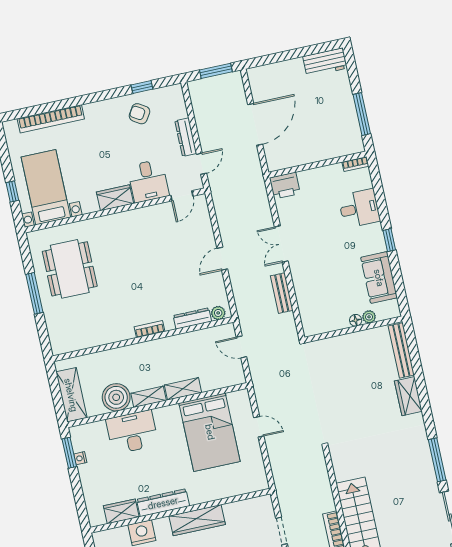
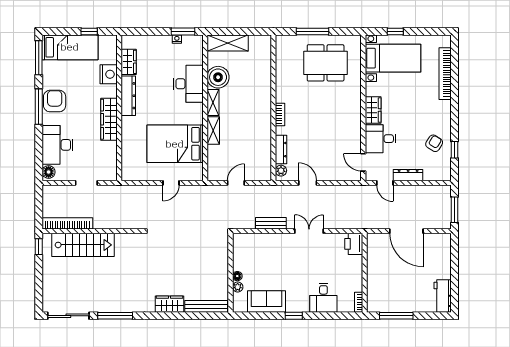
plant: (218, 313) -> (281, 171), moved
dresser: (192, 318) -> (281, 150), moved
bookcase: (149, 329) -> (280, 115), moved
wall: (143, 339) -> (273, 108), moved

